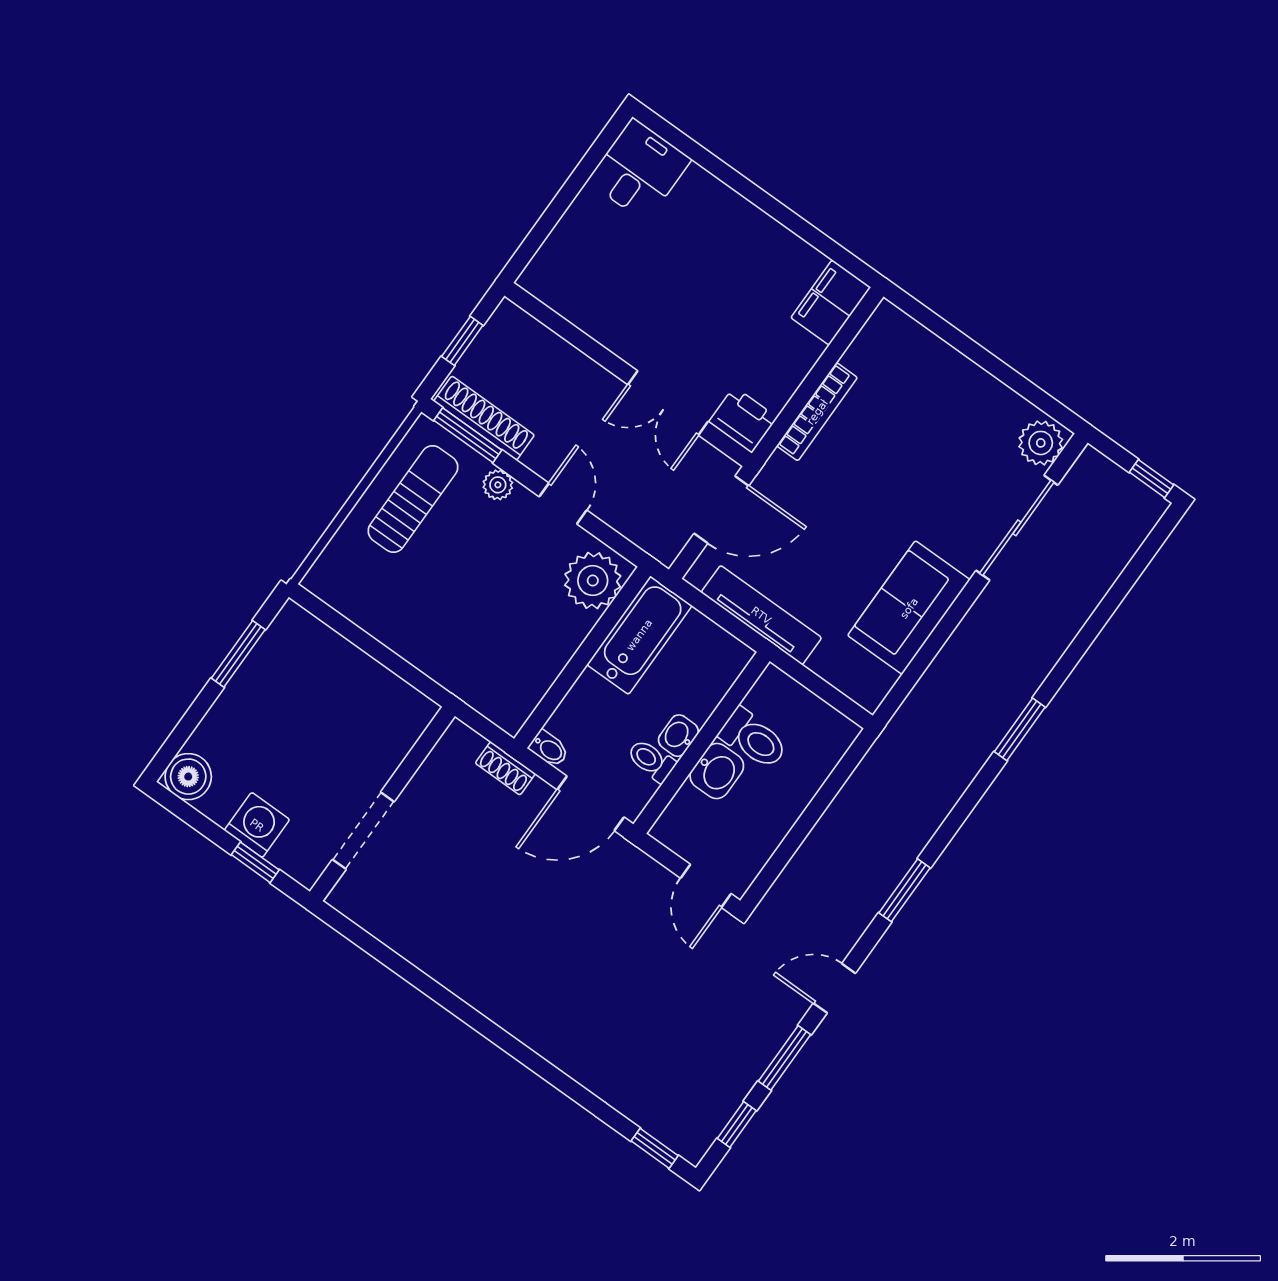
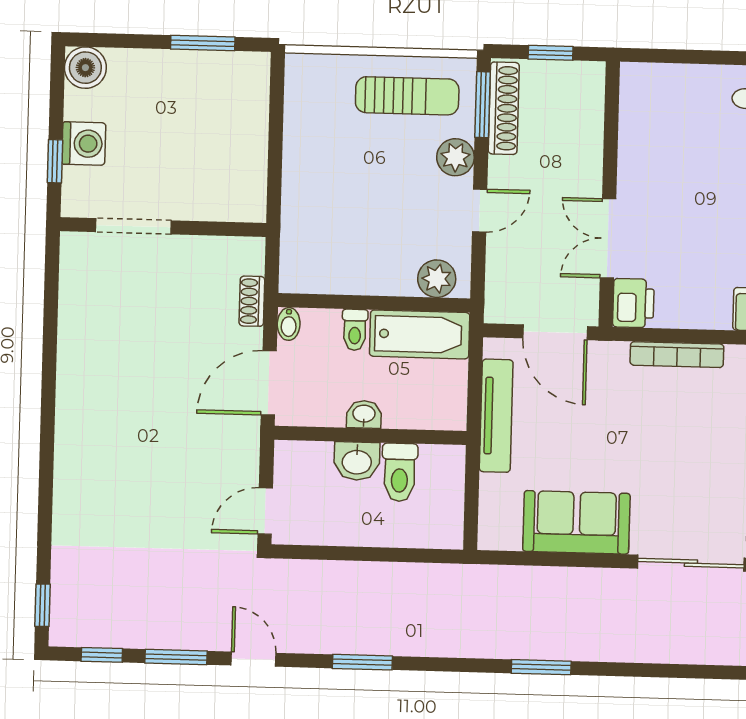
plant: (498, 485) -> (455, 157), width x1.38, depth x1.38
plant: (593, 581) -> (437, 279), width x0.73, depth x0.73
toilet: (651, 761) -> (355, 330), moved, turned 180
door: (591, 803) -> (269, 383), hinge flipped

